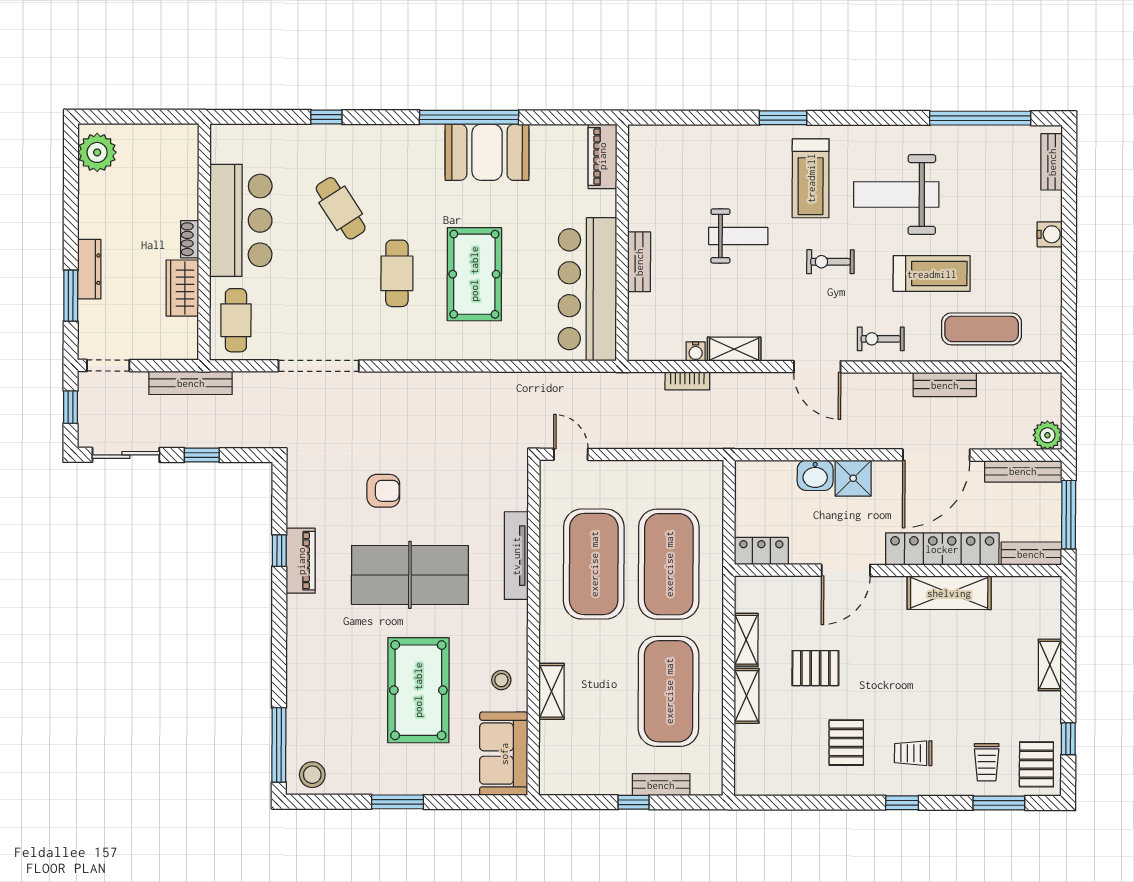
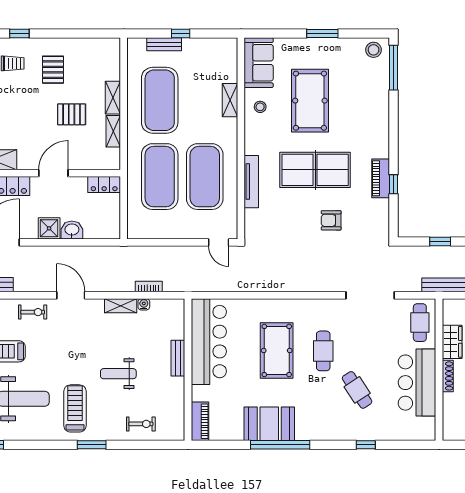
shoe rack: (190, 239) -> (448, 376), width x1.43
exercise bike: (830, 262) -> (141, 424), moved

